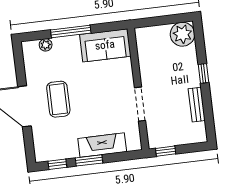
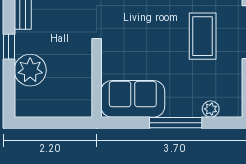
plant: (182, 34) -> (30, 70), moved

